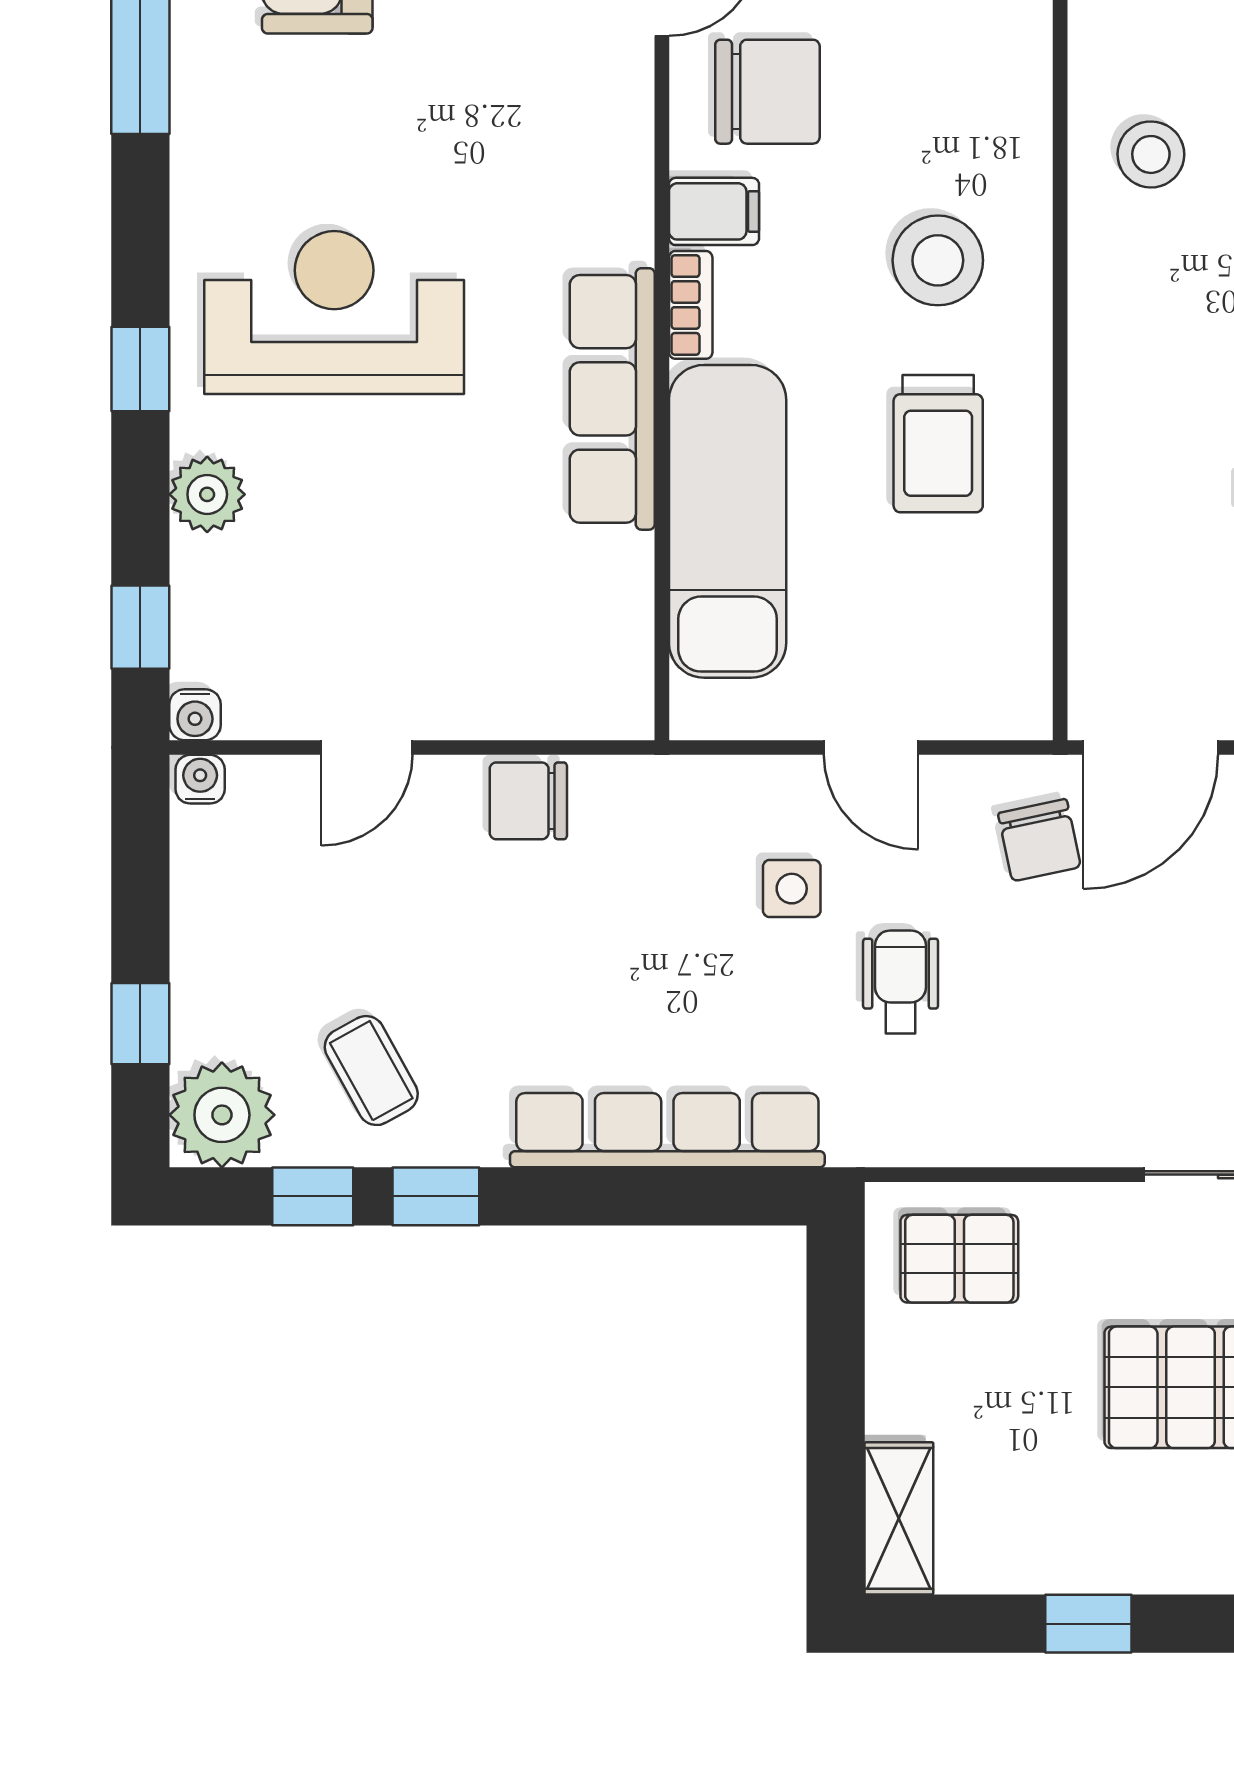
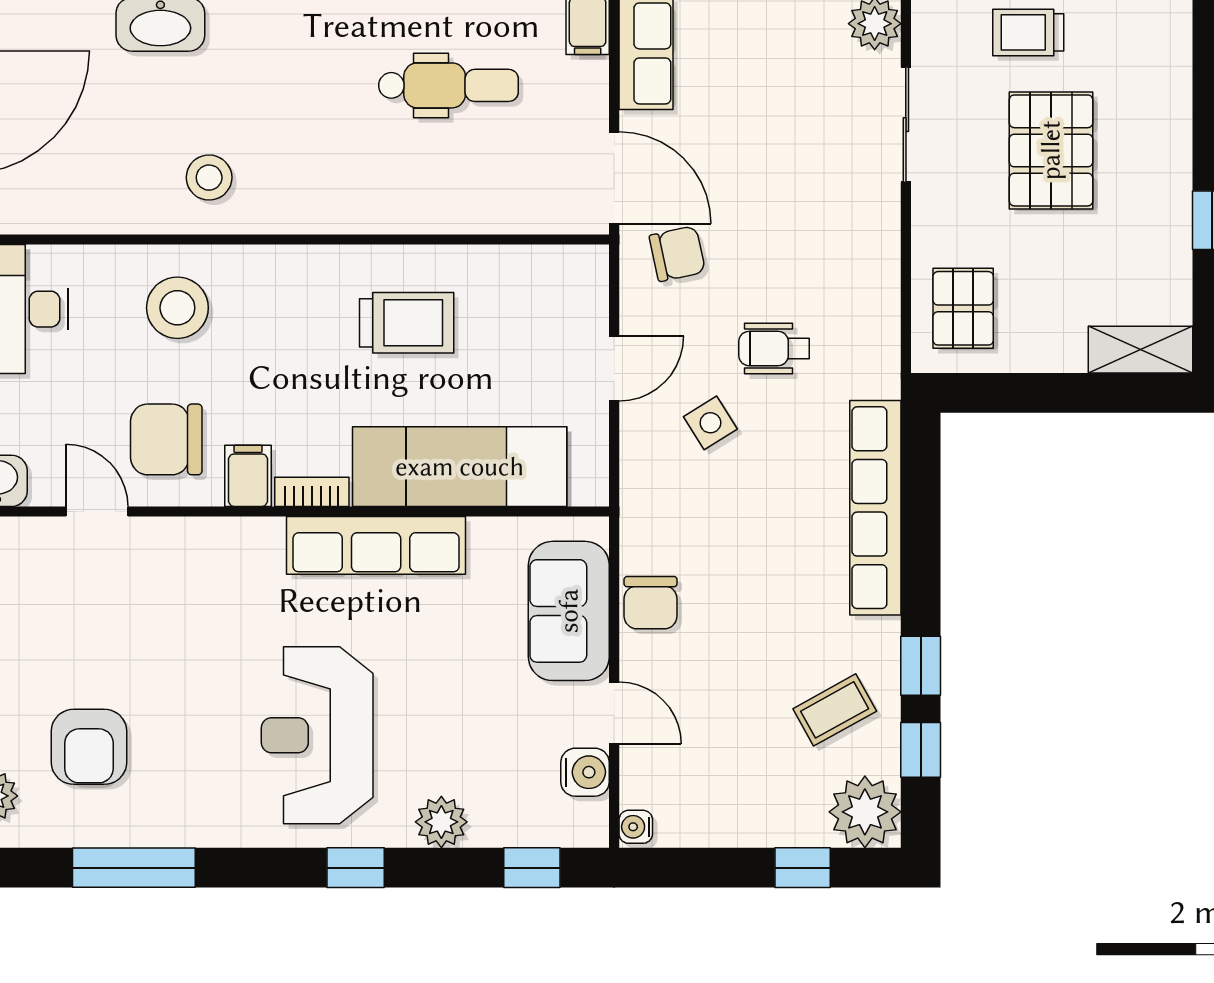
chair: (767, 92) -> (166, 439), turned -90
stool: (938, 260) -> (177, 308), moved
sofa: (516, 681) -> (569, 611), added
water cooler: (195, 715) -> (585, 772), moved, width x1.38, depth x1.38
side table: (792, 889) -> (710, 423), turned -32

